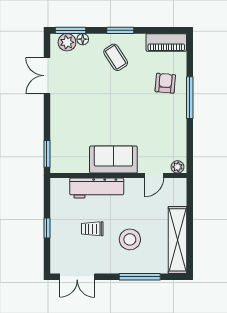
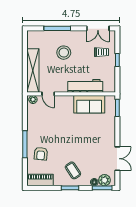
sofa: (113, 160) -> (89, 104), moved
door: (154, 176) -> (48, 94), swing flipped
trolley: (92, 229) -> (102, 52), moved
shelving: (177, 240) -> (33, 71), moved
double door: (77, 277) -> (98, 28), swing flipped

